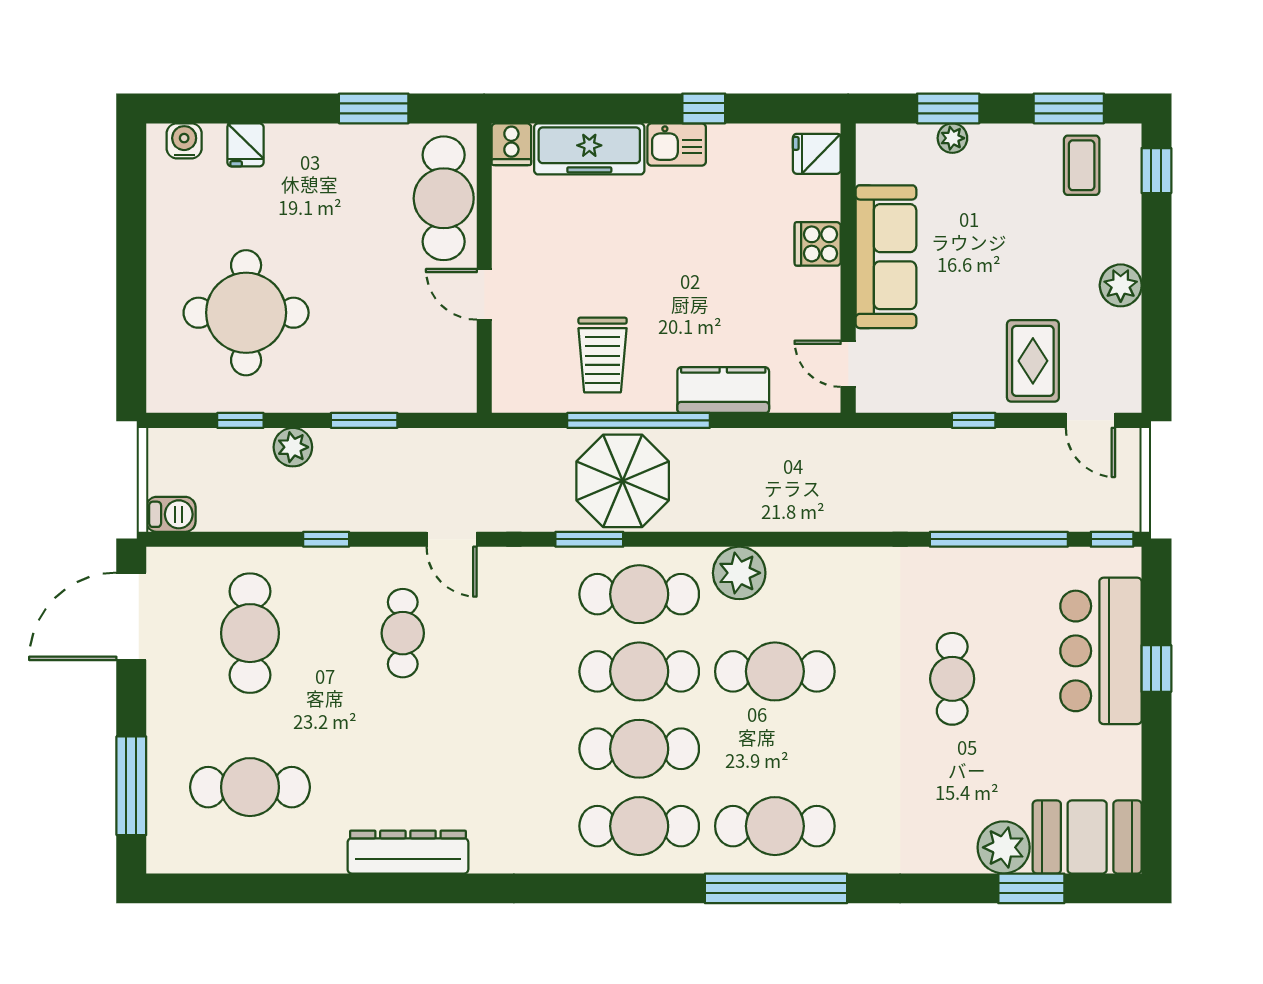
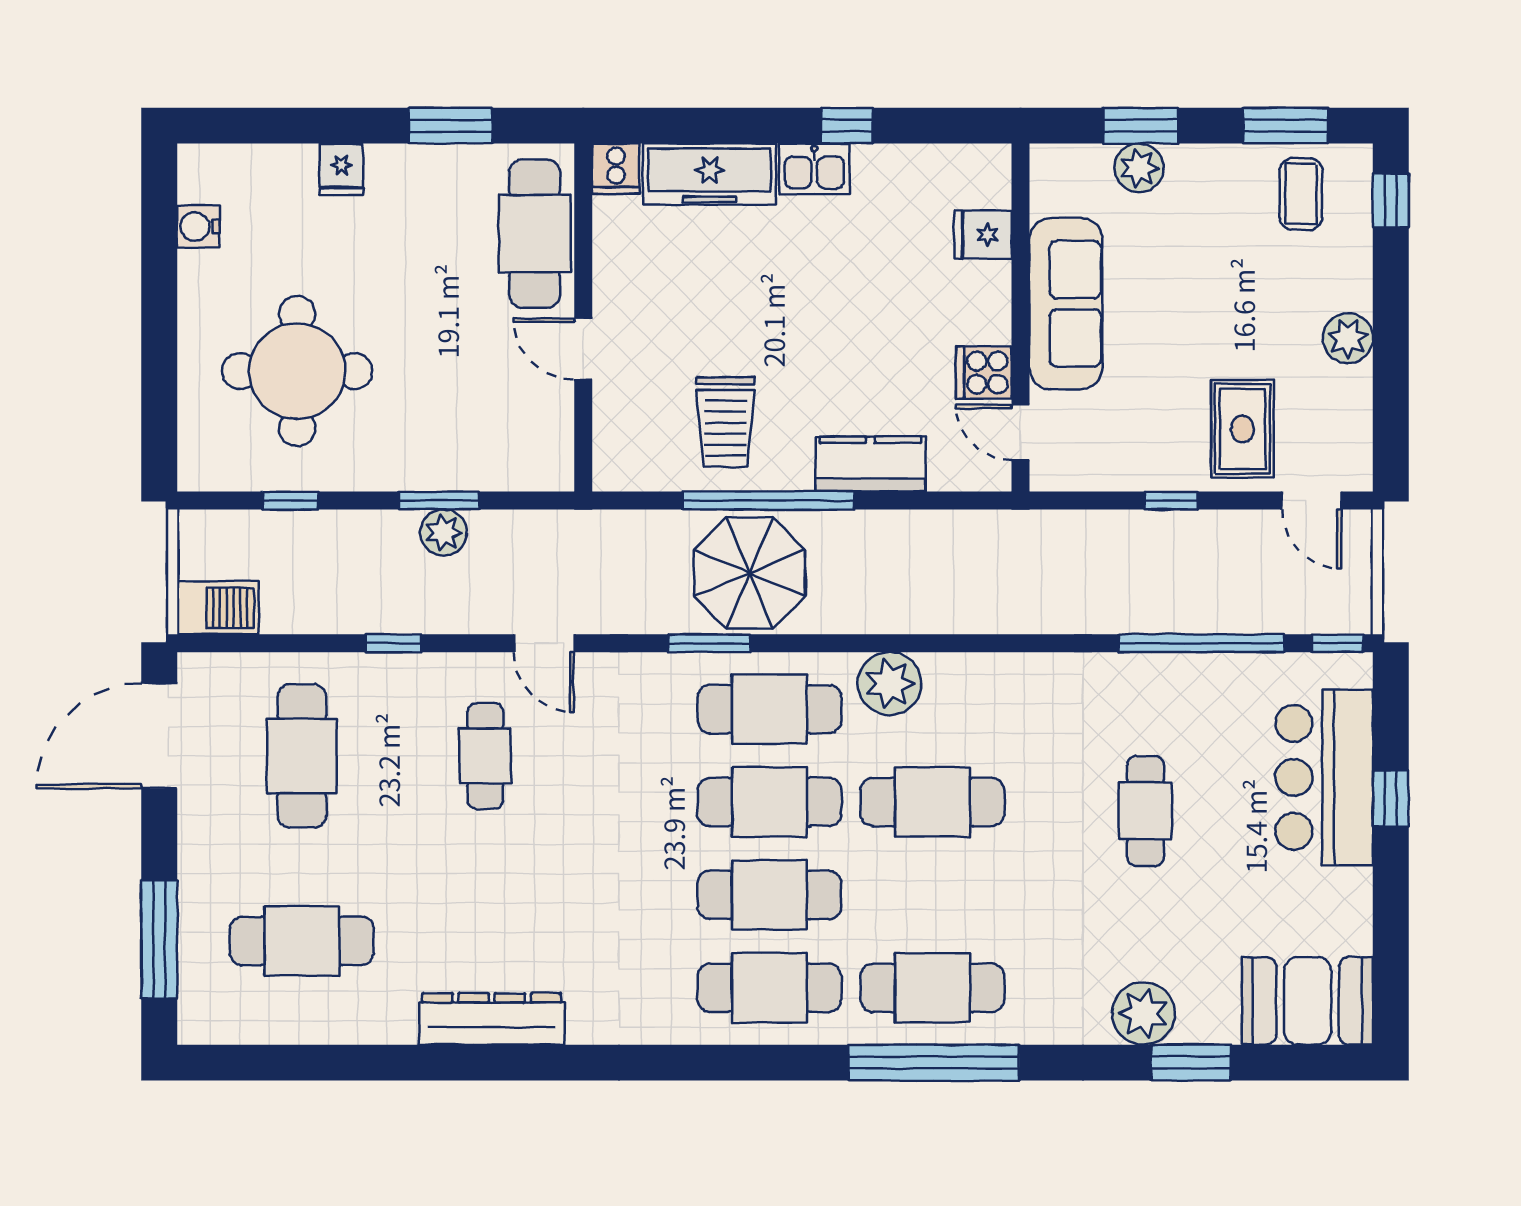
plant: (952, 138) -> (1139, 168), width x1.38, depth x1.38
water cooler: (184, 141) -> (198, 227), moved, turned -90
fridge: (245, 145) -> (341, 169), moved
fridge: (817, 154) -> (983, 235), moved
cooker: (818, 244) -> (984, 373), moved
plant: (293, 447) -> (444, 533), moved
barbecue: (171, 514) -> (218, 608), width x1.38, depth x1.27
plant: (1004, 847) -> (1143, 1013), moved
window: (1031, 888) -> (1191, 1063), moved

